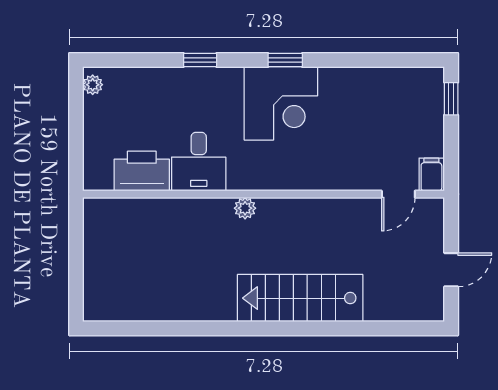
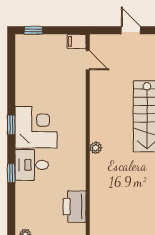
desk: (199, 162) -> (32, 165), moved, turned 180

